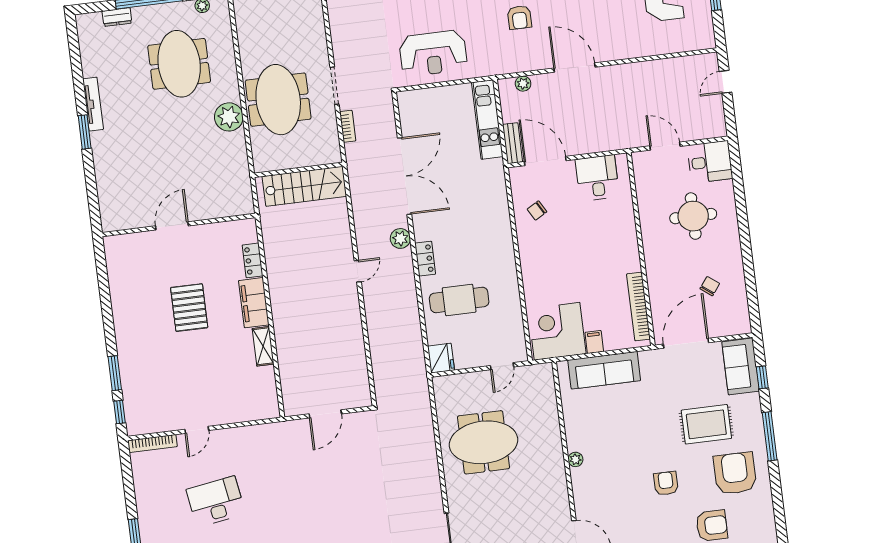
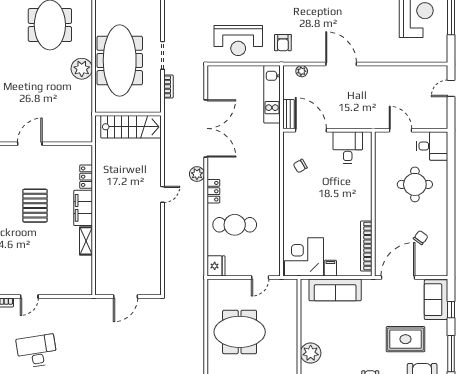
armchair: (519, 17) -> (283, 43), moved
meeting table: (278, 100) -> (120, 60), width x1.36
plant: (575, 459) -> (311, 353), width x1.87, depth x1.87

